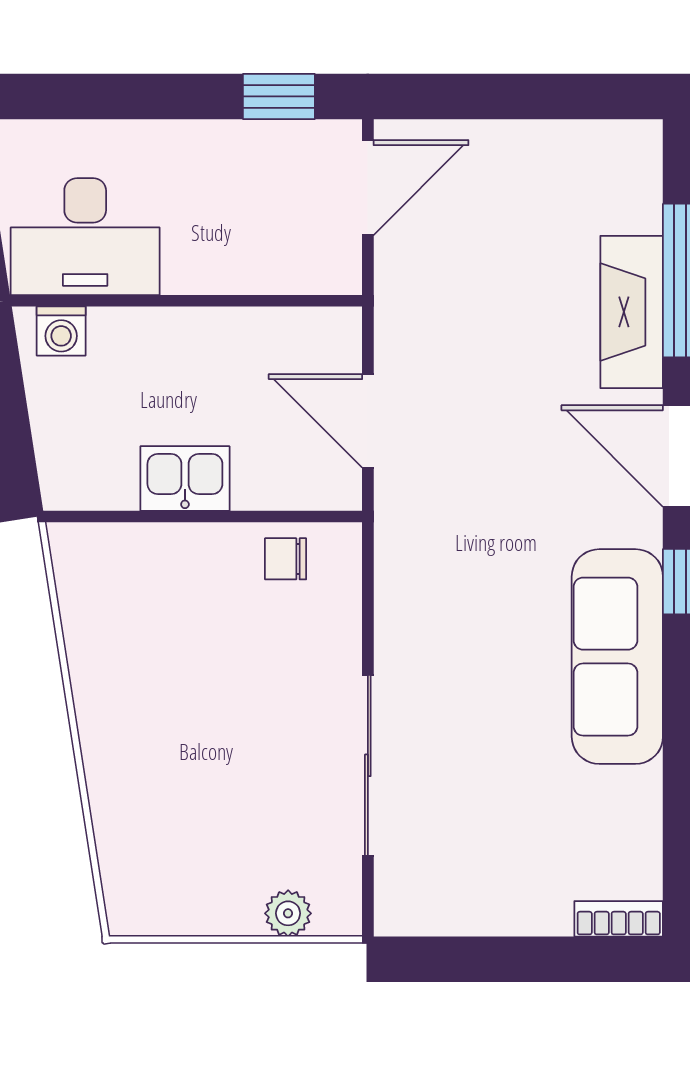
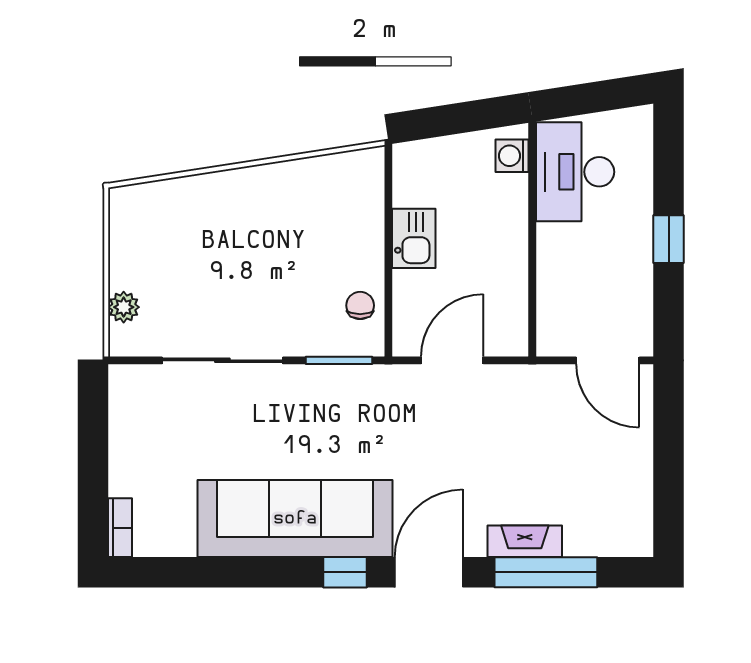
window: (279, 96) -> (669, 239), moved
fireplace: (632, 312) -> (525, 541), width x0.73, depth x0.76
window: (368, 591) -> (339, 360), added
sofa: (617, 657) -> (295, 519), width x1.36, depth x1.27

